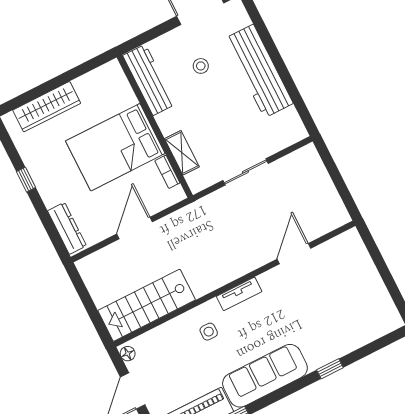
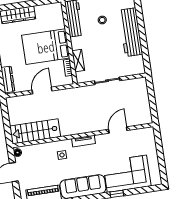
corner sofa: (336, 327) -> (127, 174), added

